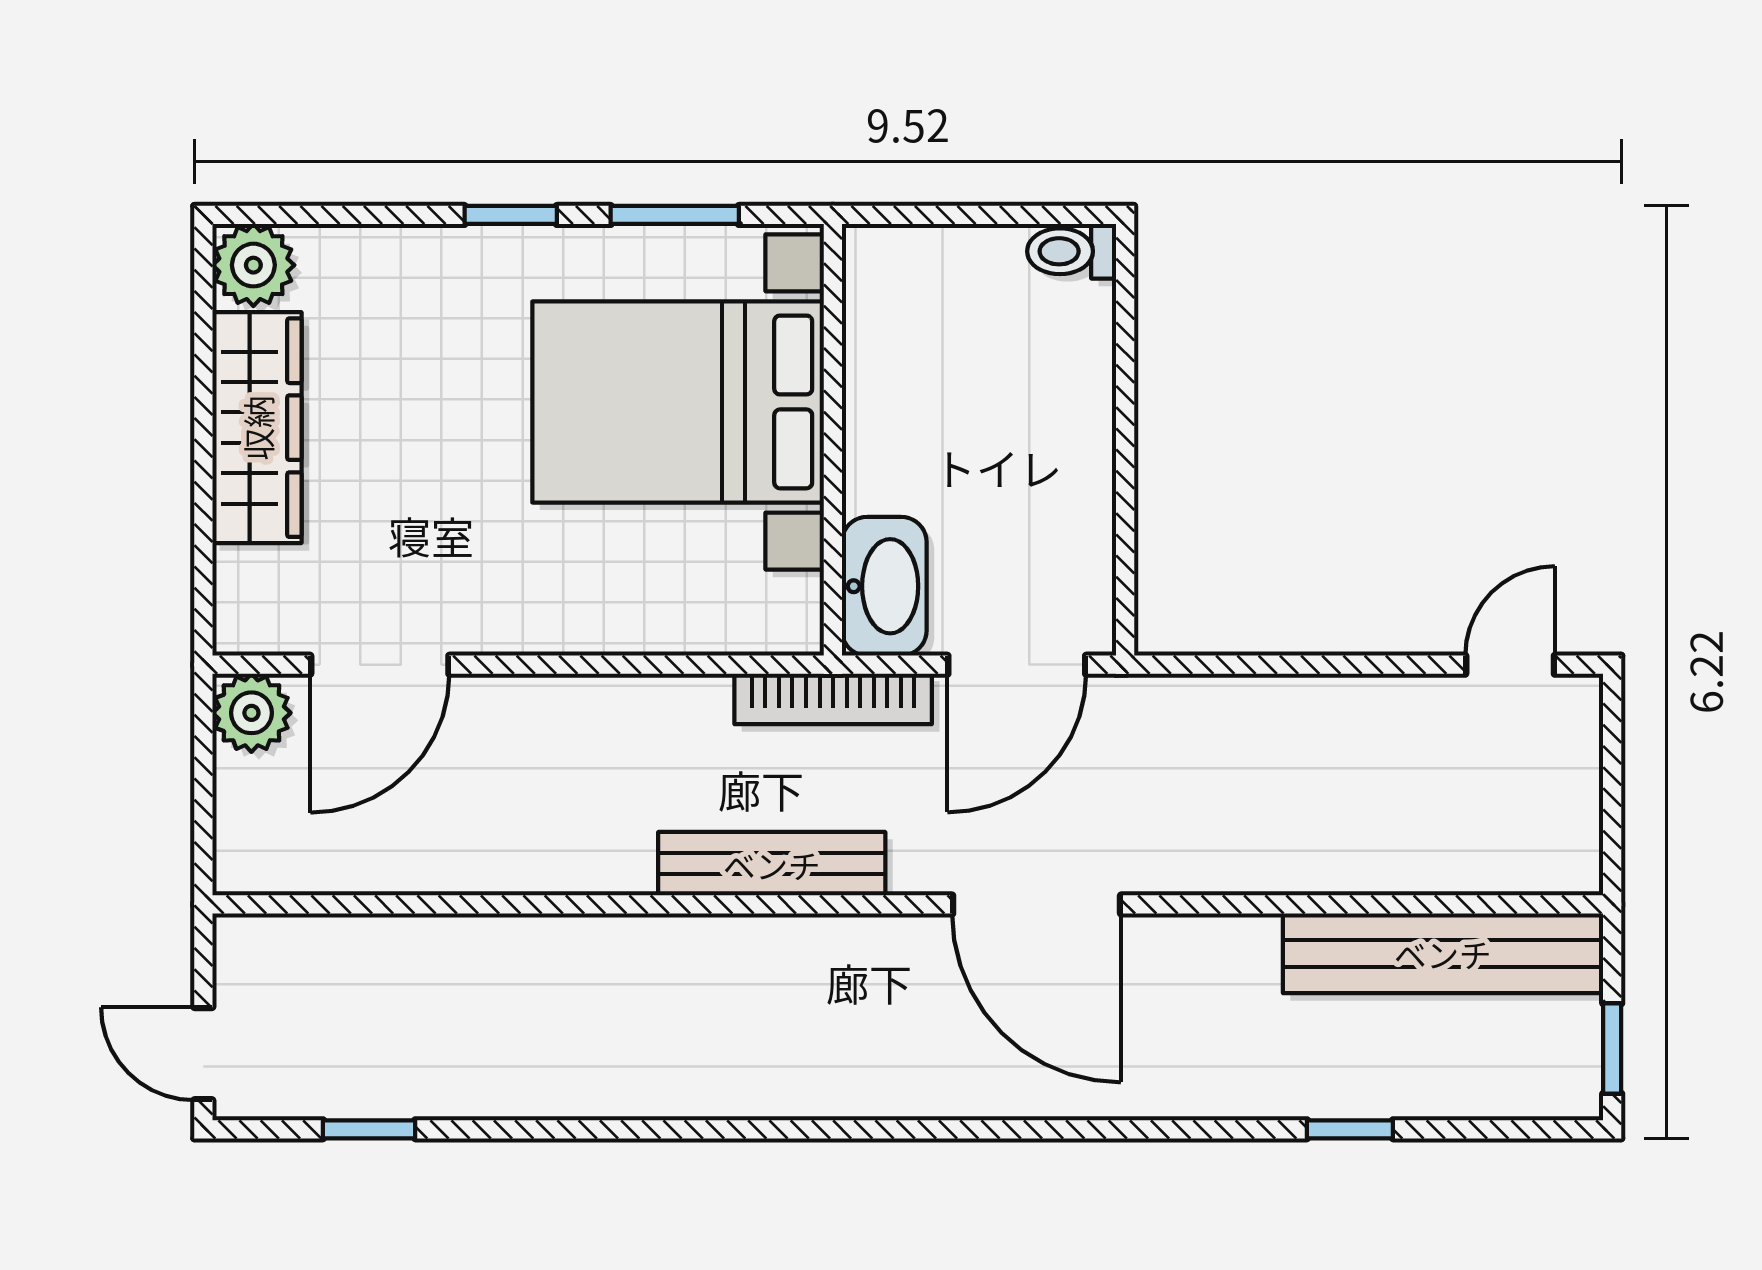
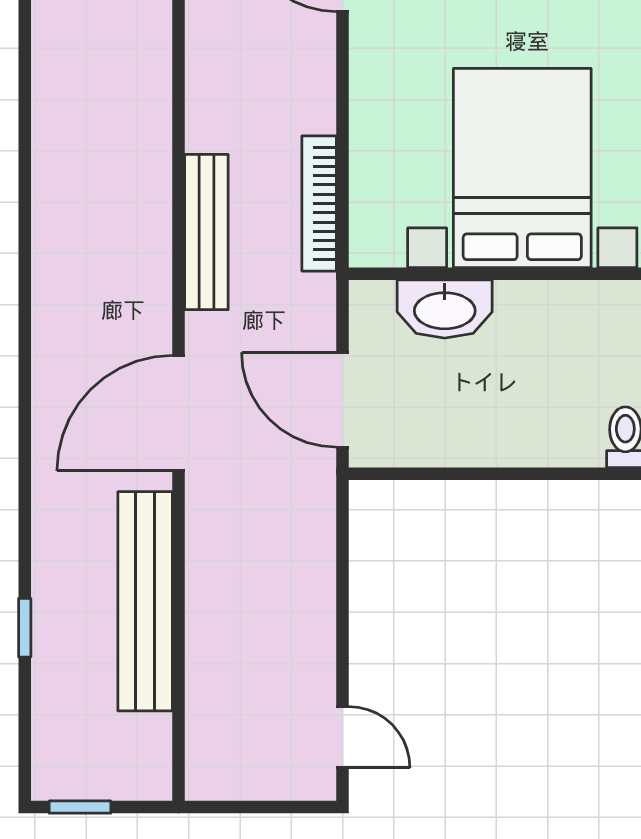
washbasin: (884, 586) -> (445, 309), moved
bookcase: (833, 699) -> (319, 203), moved
bench: (1443, 953) -> (145, 601), moved

